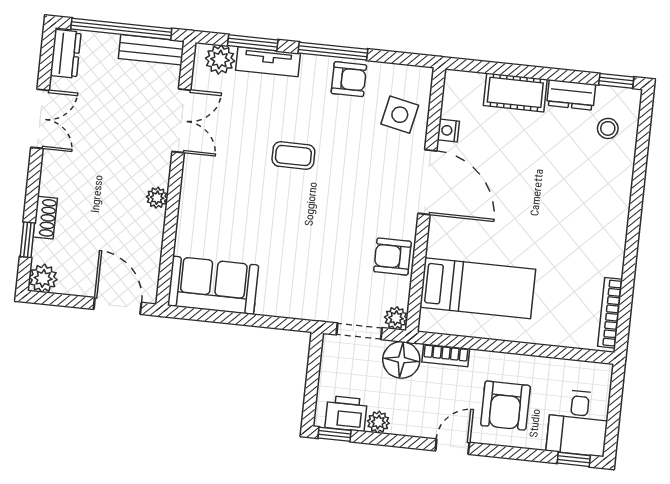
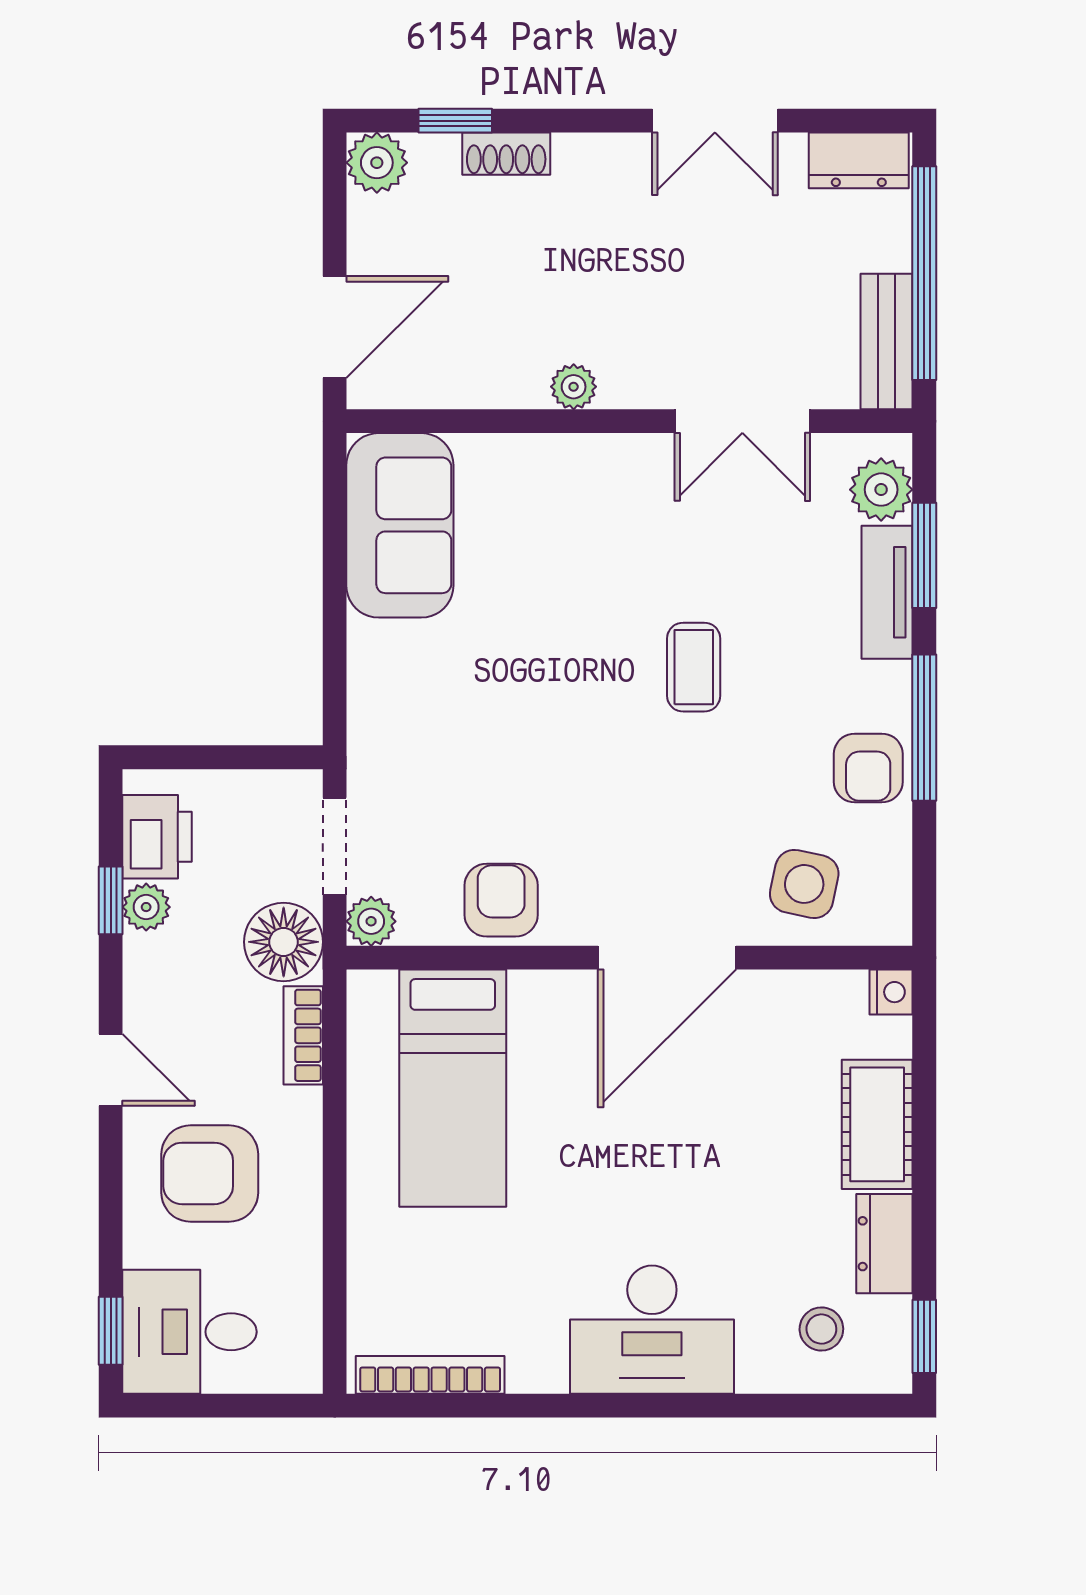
nightstand: (448, 130) -> (891, 992), moved, turned 90
desk: (600, 207) -> (652, 1330), added
window: (334, 434) -> (111, 900), moved

